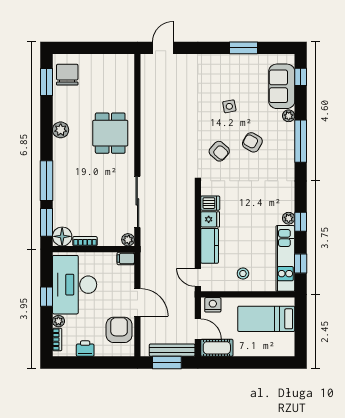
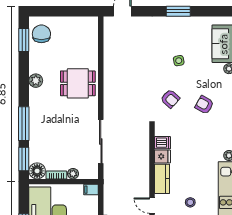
window: (244, 48) -> (178, 11), moved
dining table: (110, 133) -> (78, 83), turned 90
armchair: (252, 142) -> (204, 105), moved
plant: (128, 240) -> (73, 174), moved

